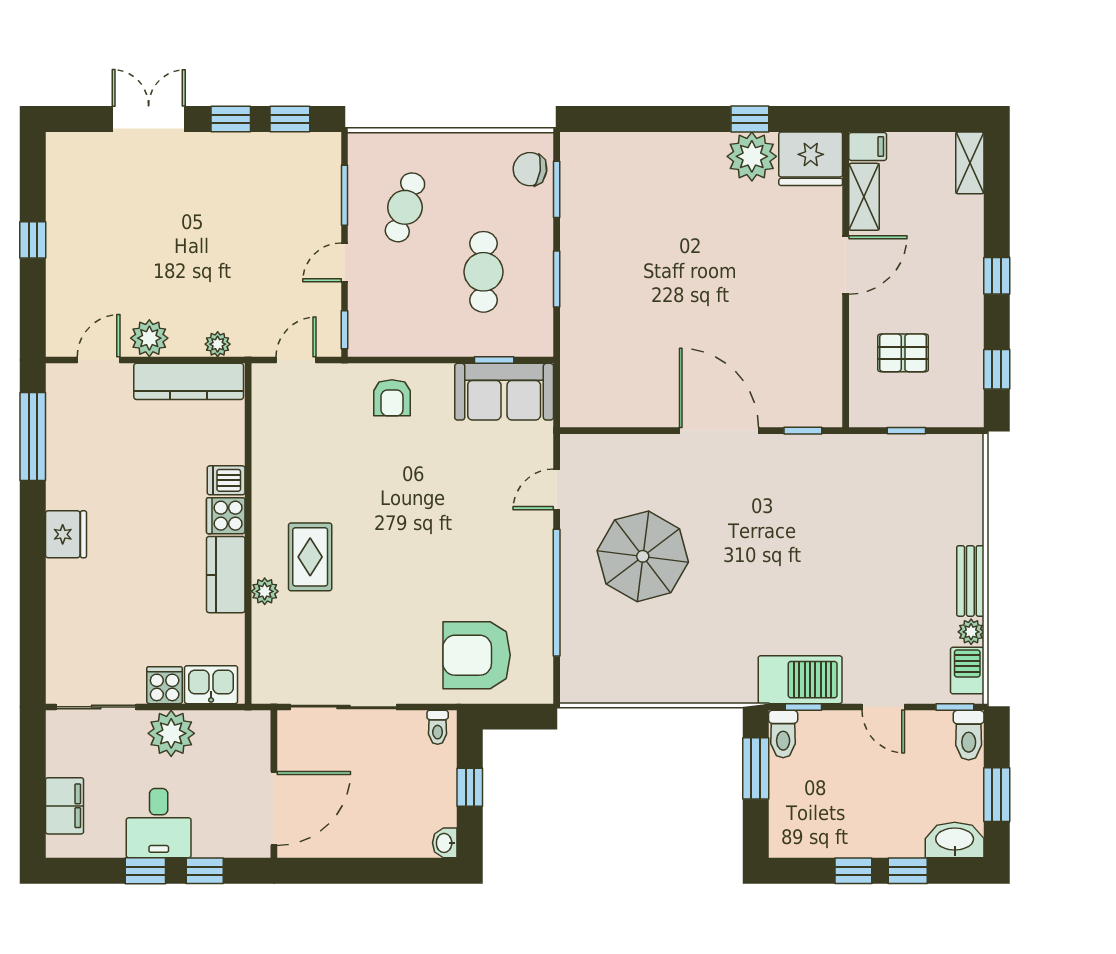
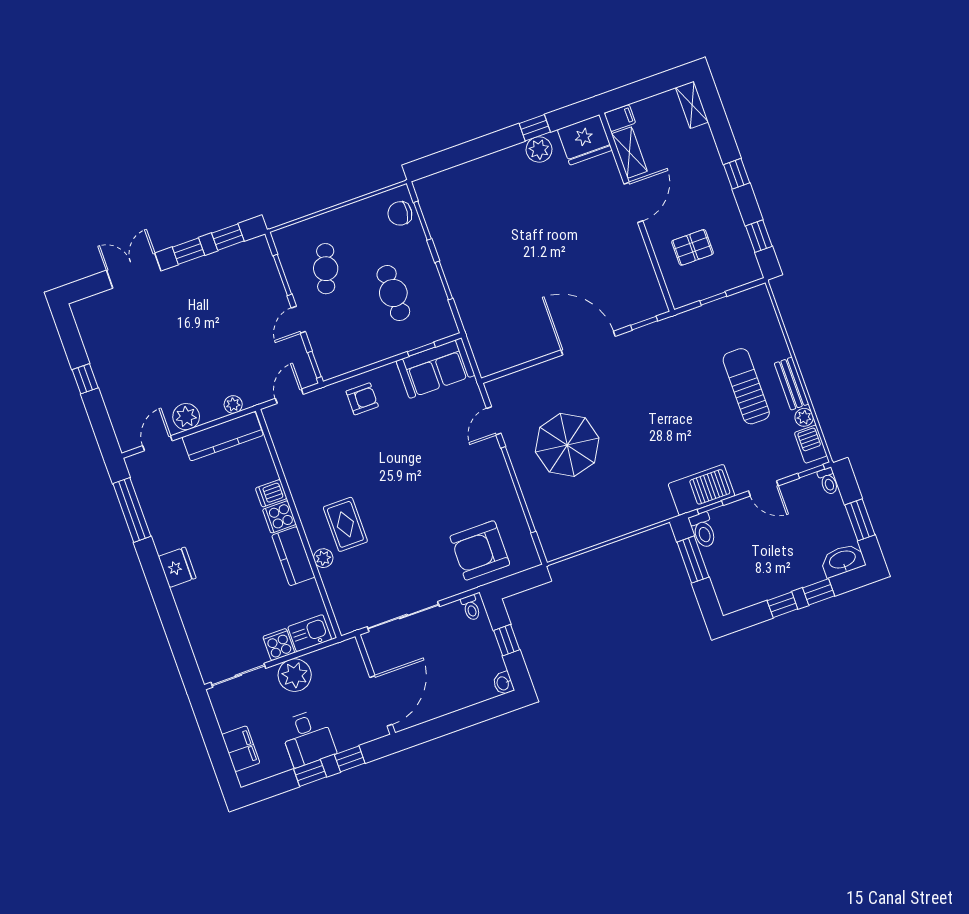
plant: (752, 156) -> (539, 149), width x0.73, depth x0.73
armchair: (392, 398) -> (362, 399), turned -90
sun lounger: (909, 563) -> (746, 386), added
toilet: (969, 735) -> (828, 481), width x0.73, depth x0.72

